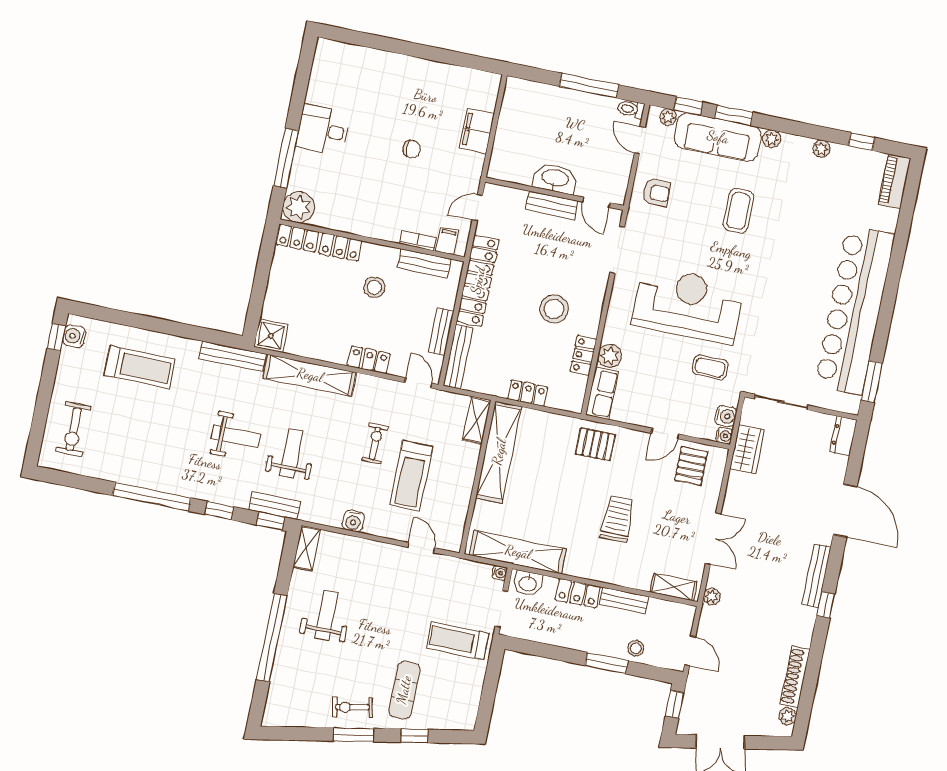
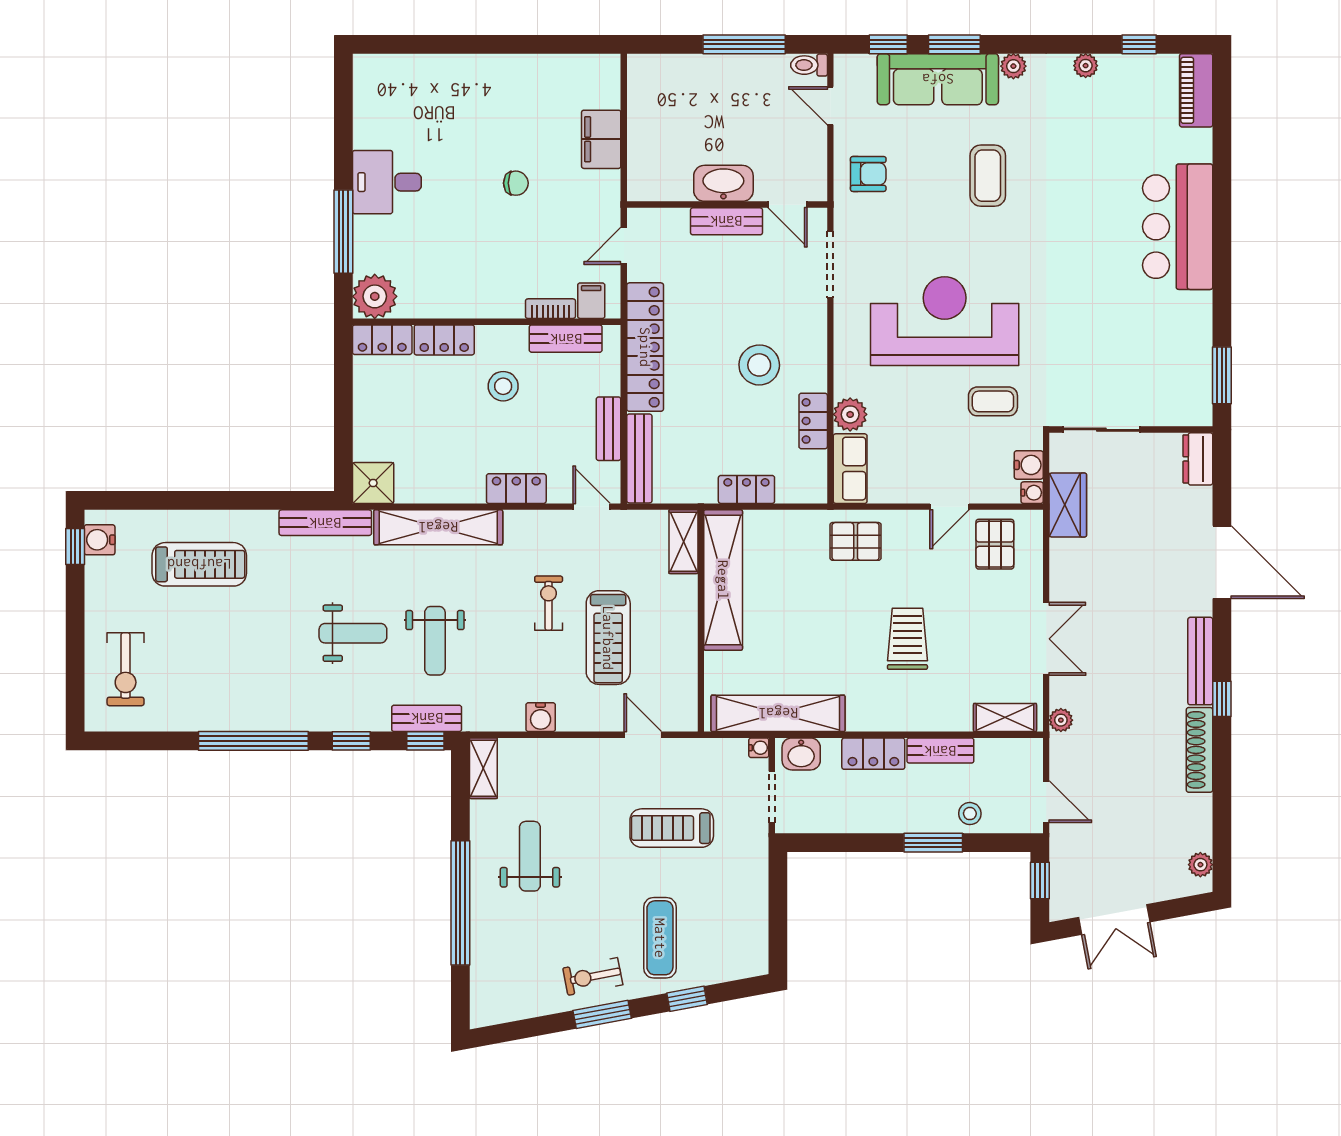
plant: (668, 117) -> (863, 65), removed
bar counter: (855, 310) -> (1178, 227), width x0.54
weight bench: (291, 453) -> (435, 641), turned 180
treadmill: (457, 641) -> (672, 828), moved
shoe rack: (795, 677) -> (1199, 750), moved

